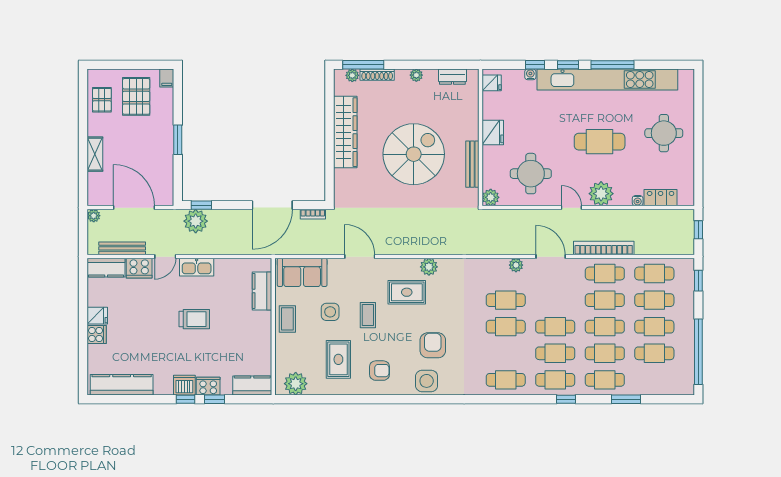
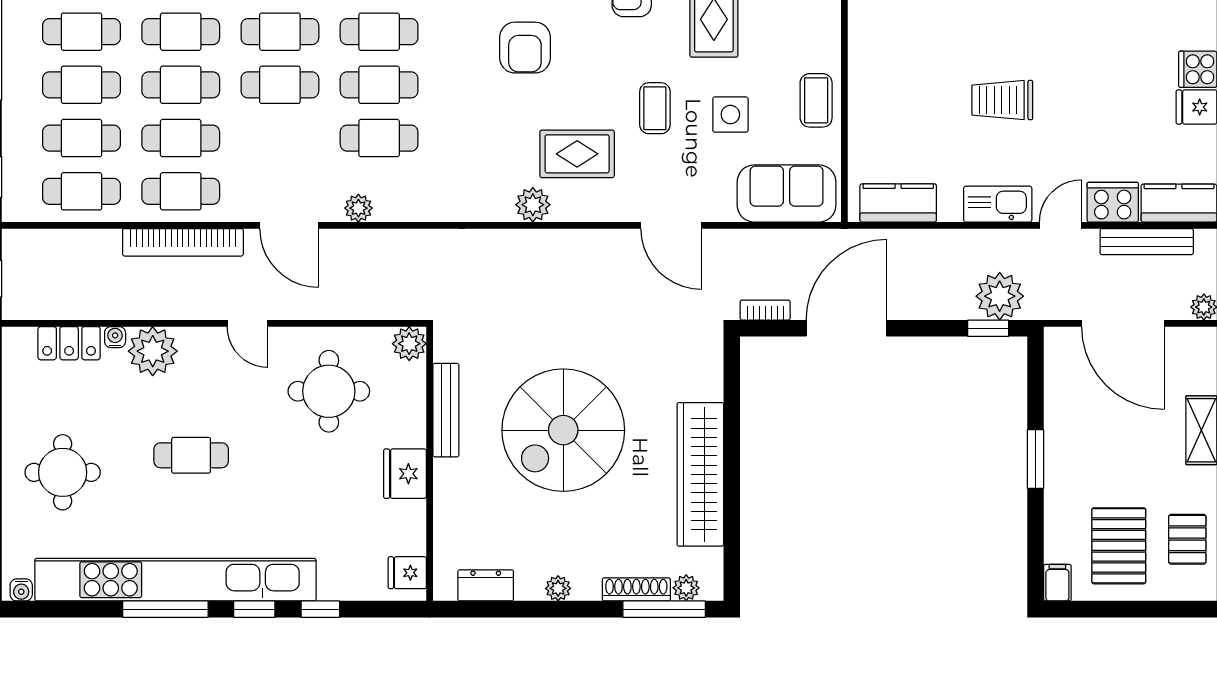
water cooler: (530, 74) -> (21, 590), moved
cafe table: (600, 142) -> (191, 455), width x0.73, depth x0.74
plant: (601, 194) -> (153, 351), moved
kitchen counter: (262, 291) -> (898, 203), moved, turned -90
cafe table: (506, 353) -> (379, 32), added

